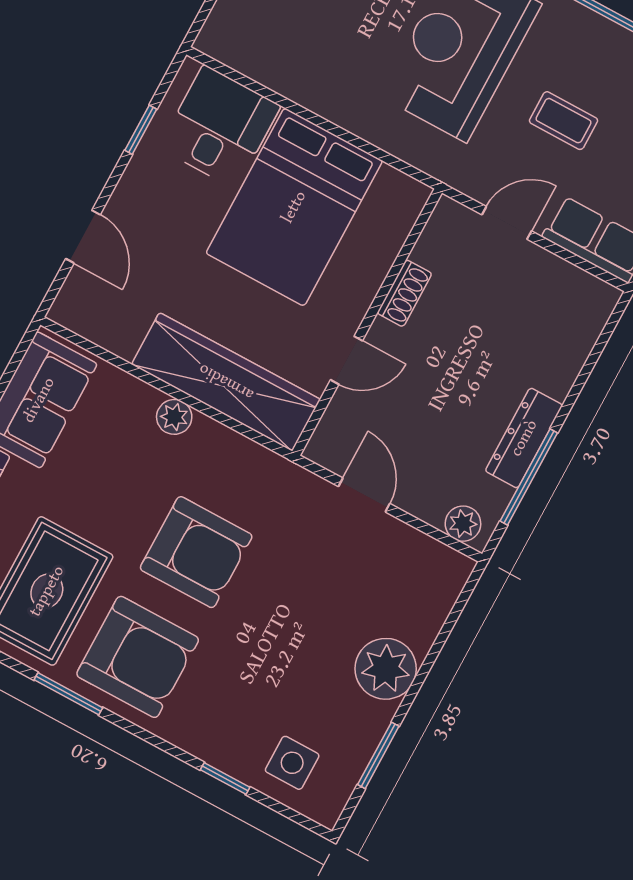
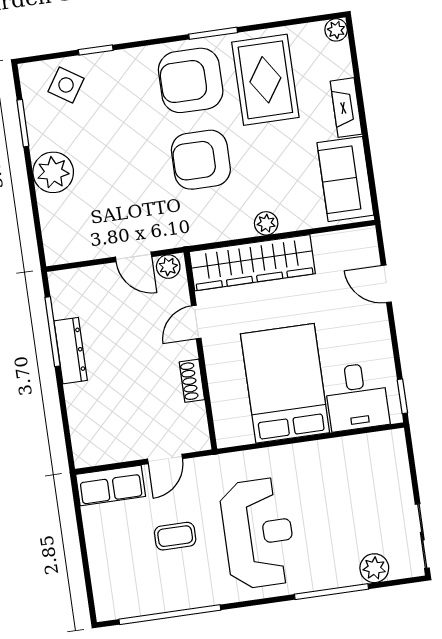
window: (141, 130) -> (402, 396), moved
plant: (463, 524) -> (168, 267), moved
side table: (292, 763) -> (66, 85), turned 33

